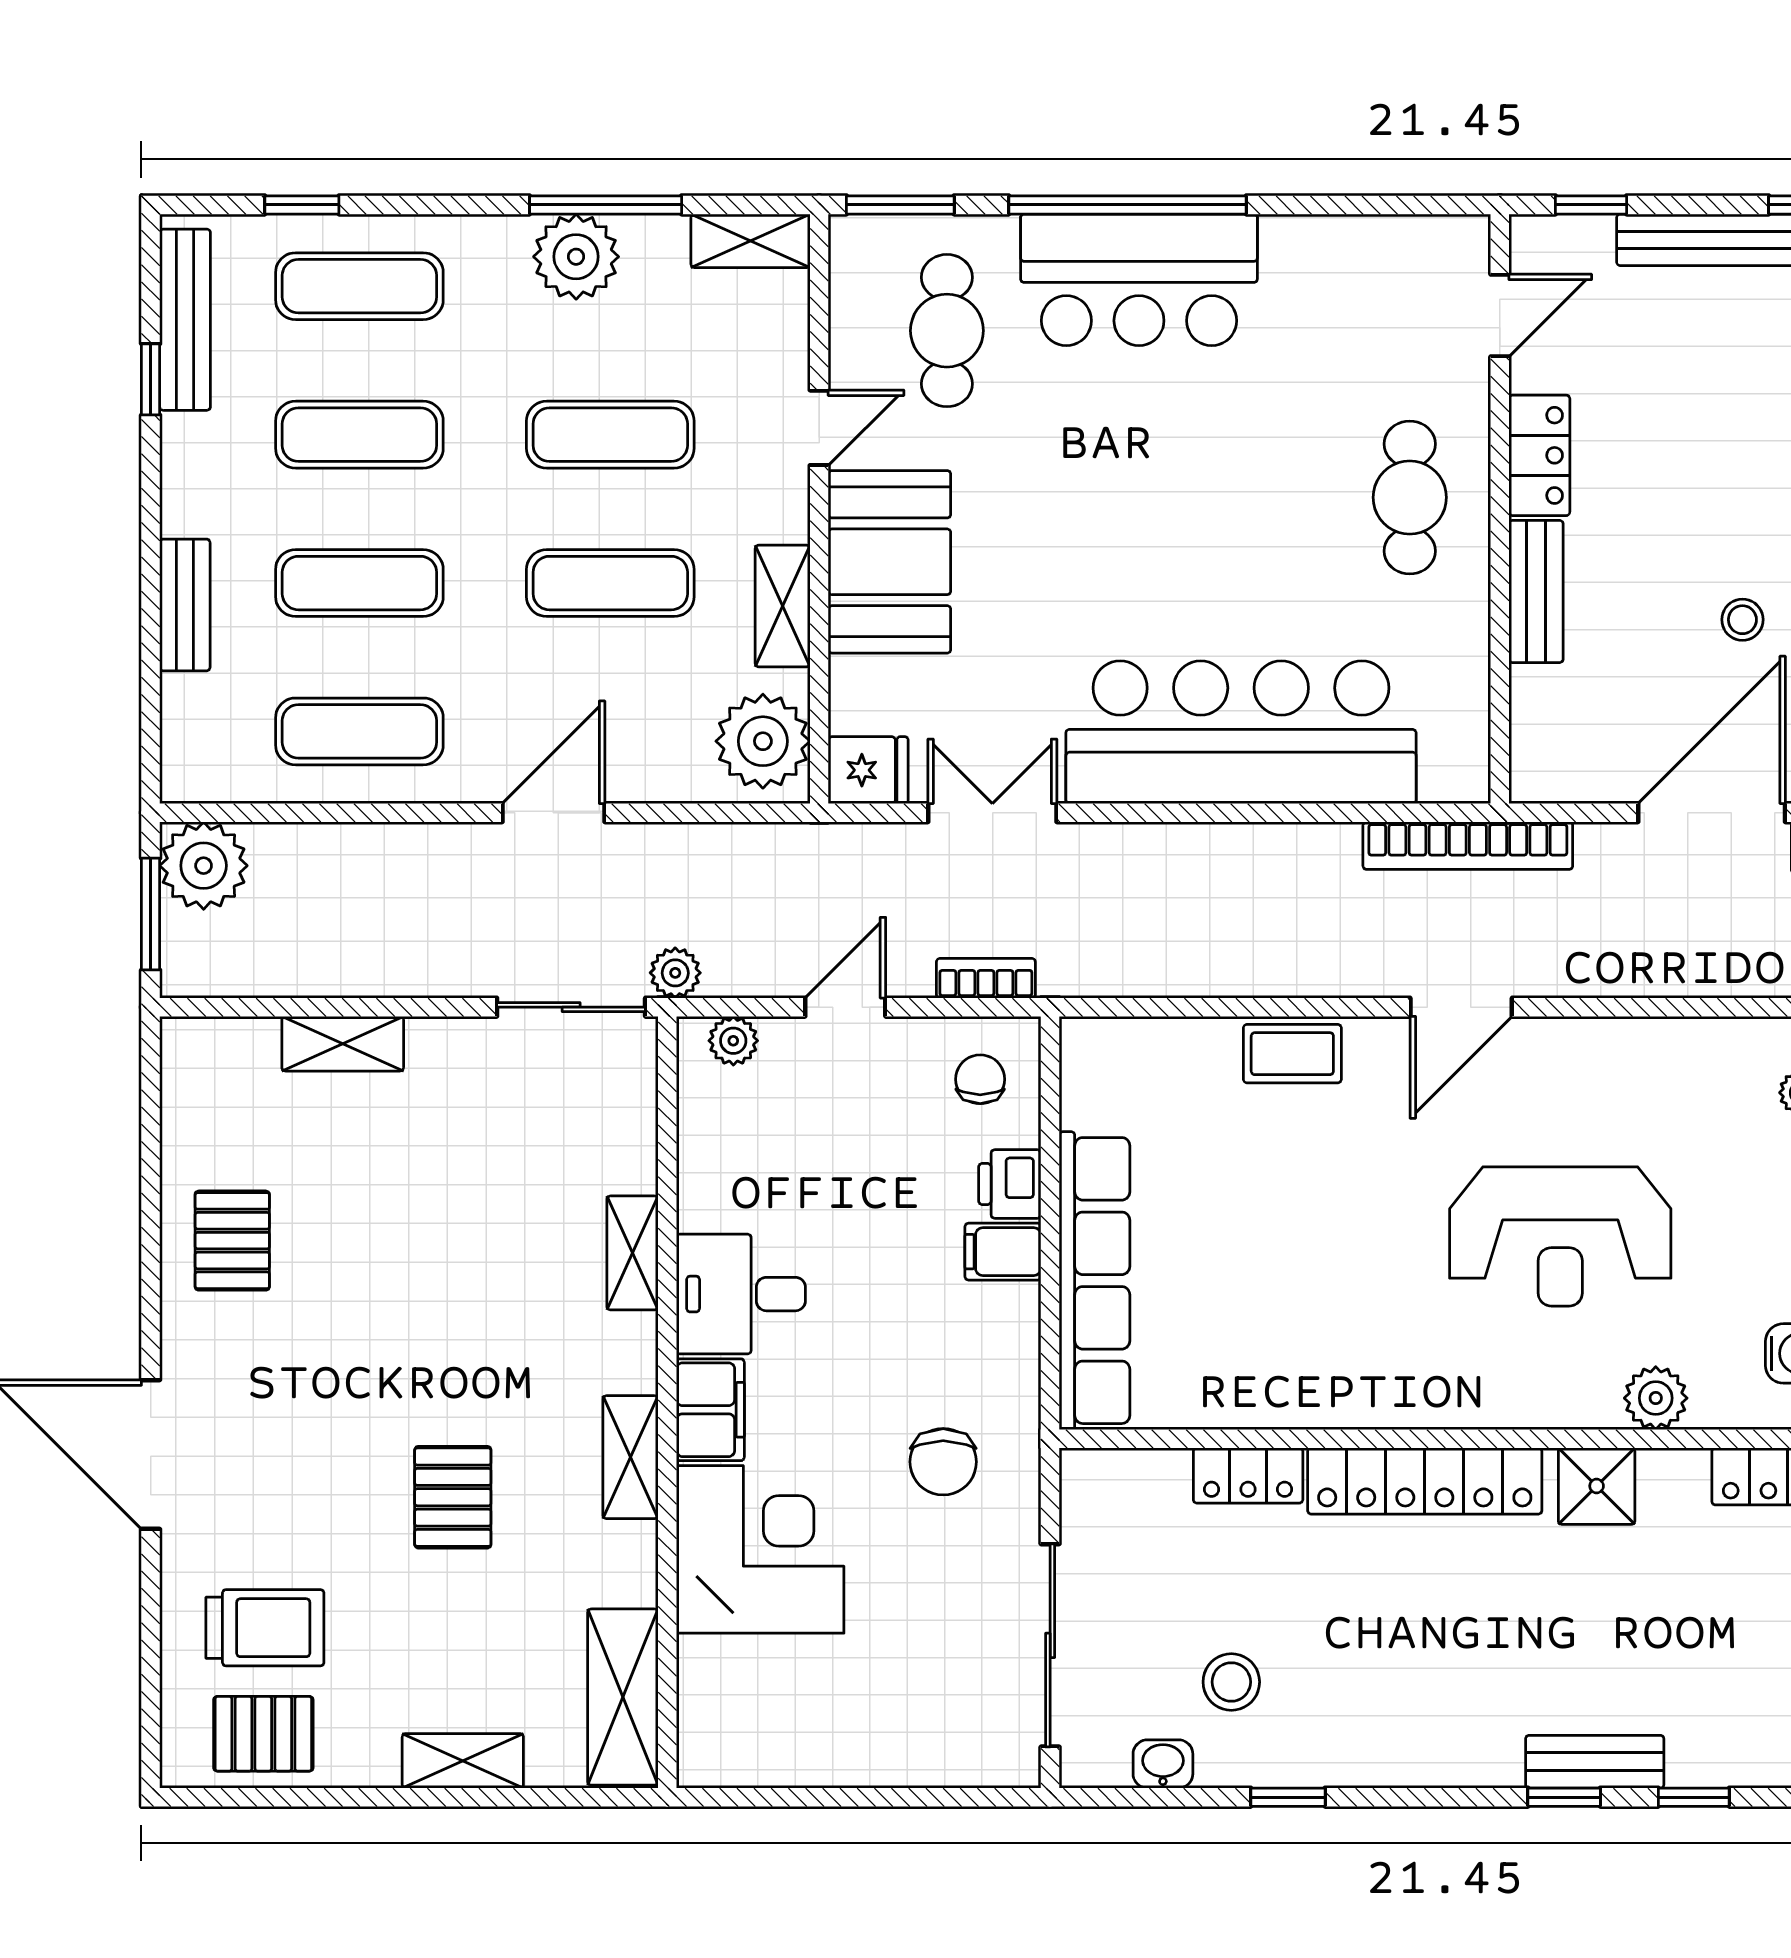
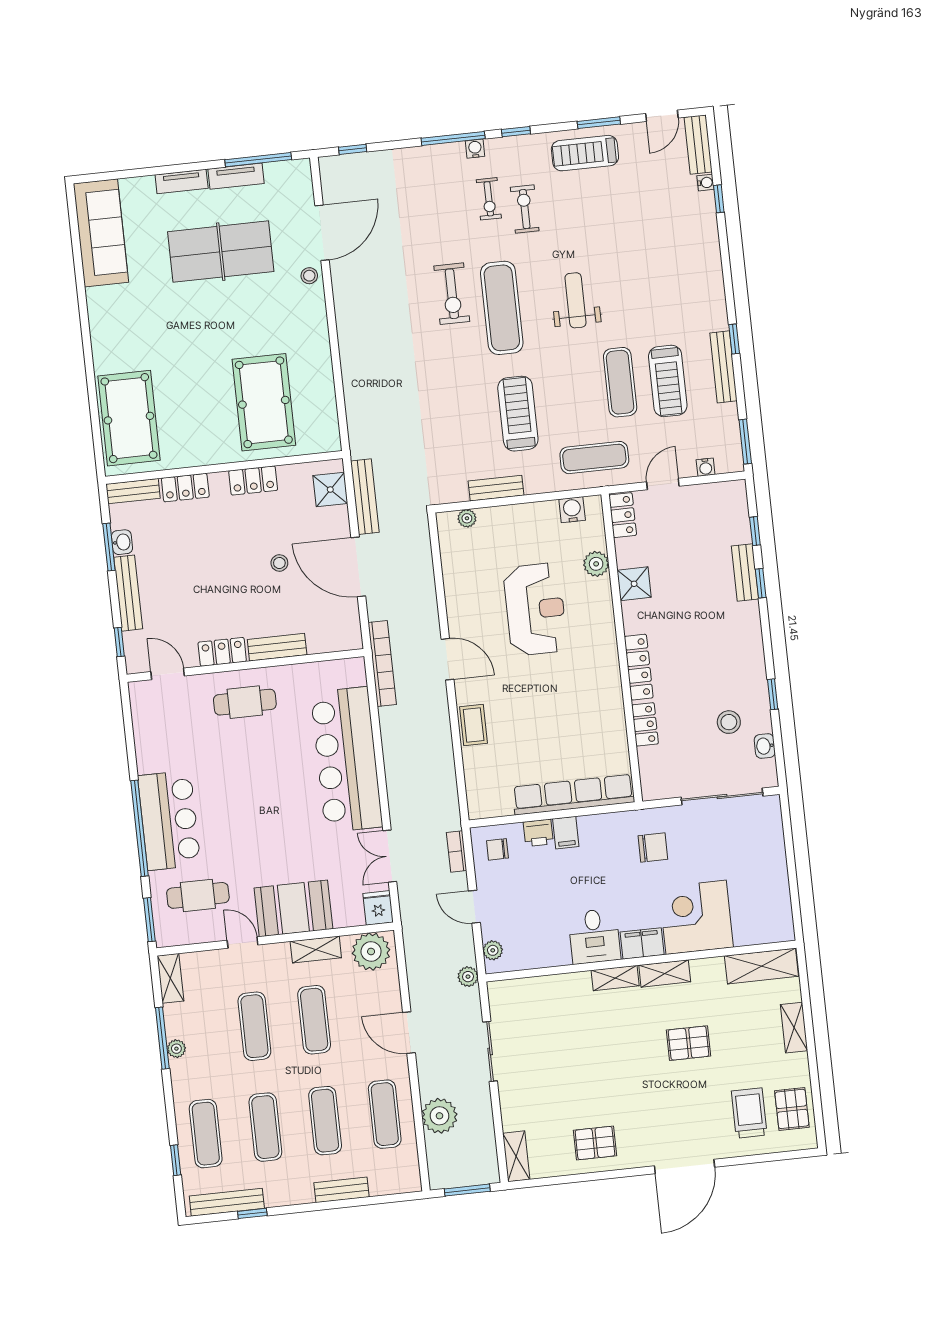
plant: (576, 257) -> (176, 1049), width x0.53, depth x0.53
plant: (204, 866) -> (439, 1116), moved
sliding door: (571, 1007) -> (490, 1051), moved
shelving: (343, 1044) -> (516, 1156), moved
shelving: (632, 1253) -> (615, 978), moved
locker: (1425, 1481) -> (639, 667), width x0.71, depth x0.83

